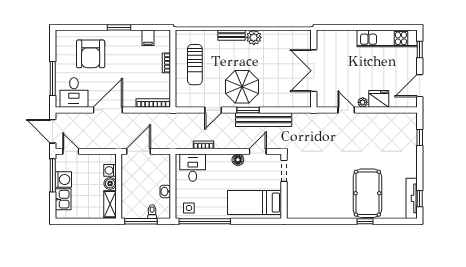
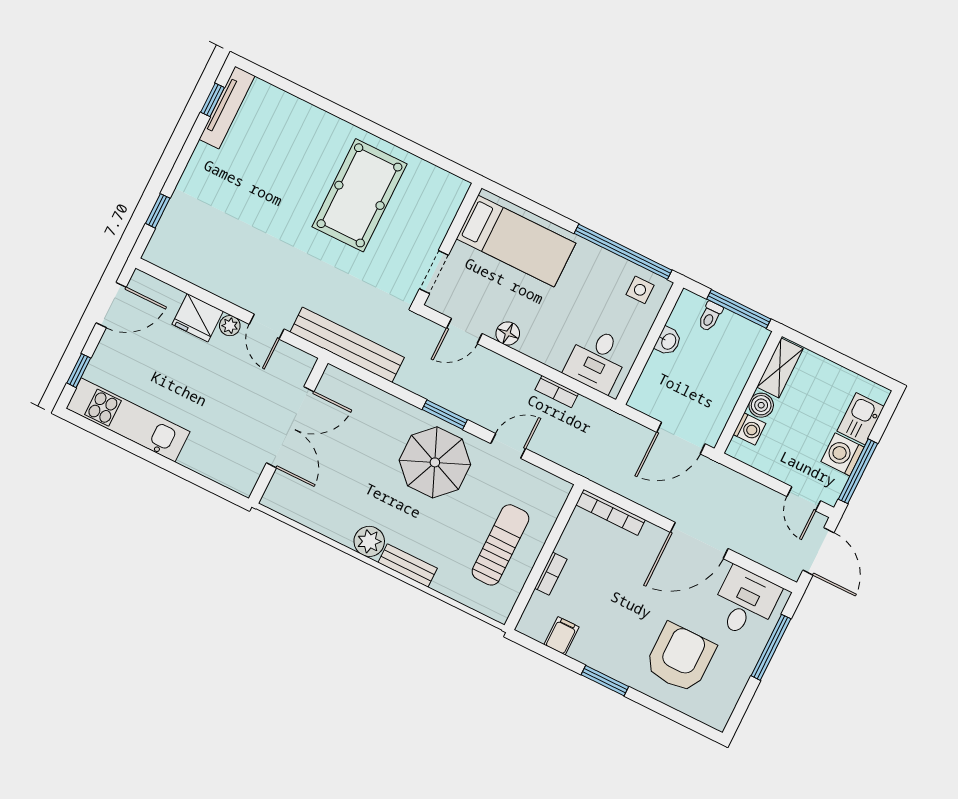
bench: (264, 120) -> (347, 345), moved
pool table: (367, 193) -> (359, 195), moved
window: (365, 221) -> (332, 108), removed

